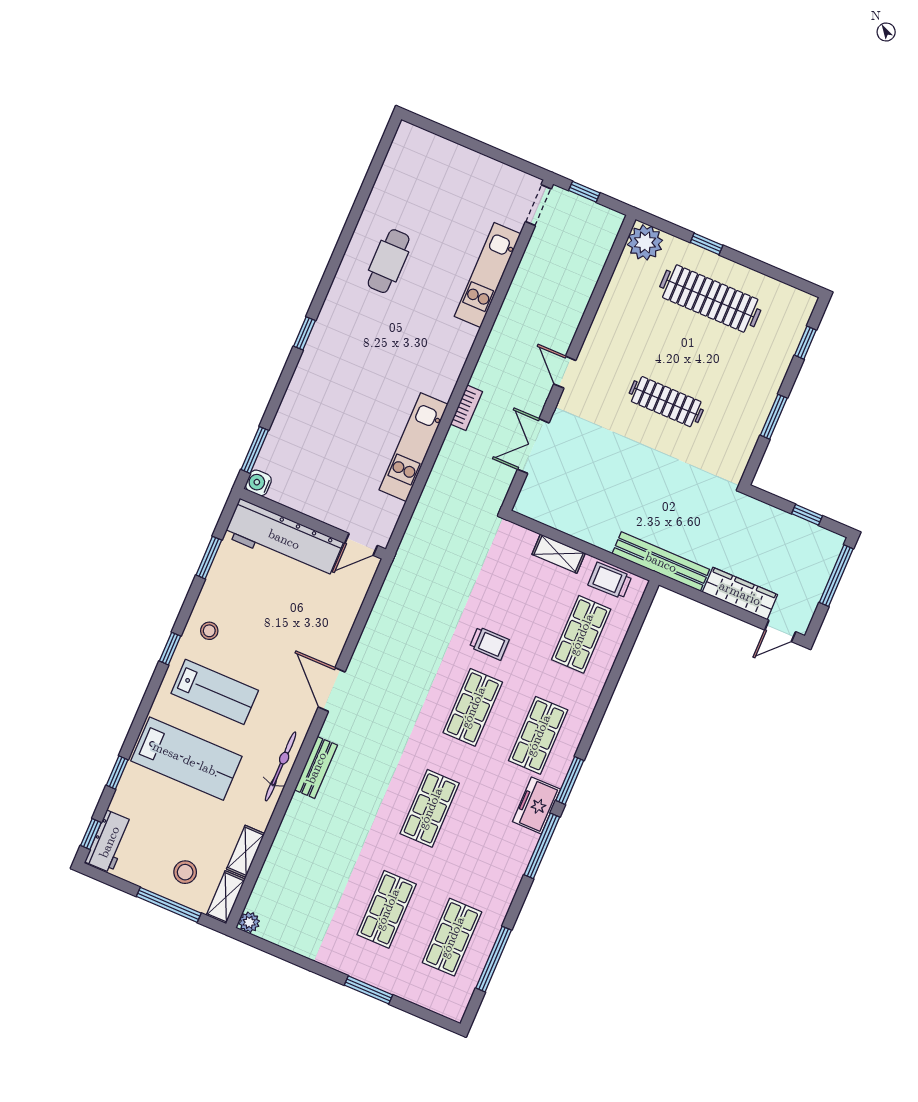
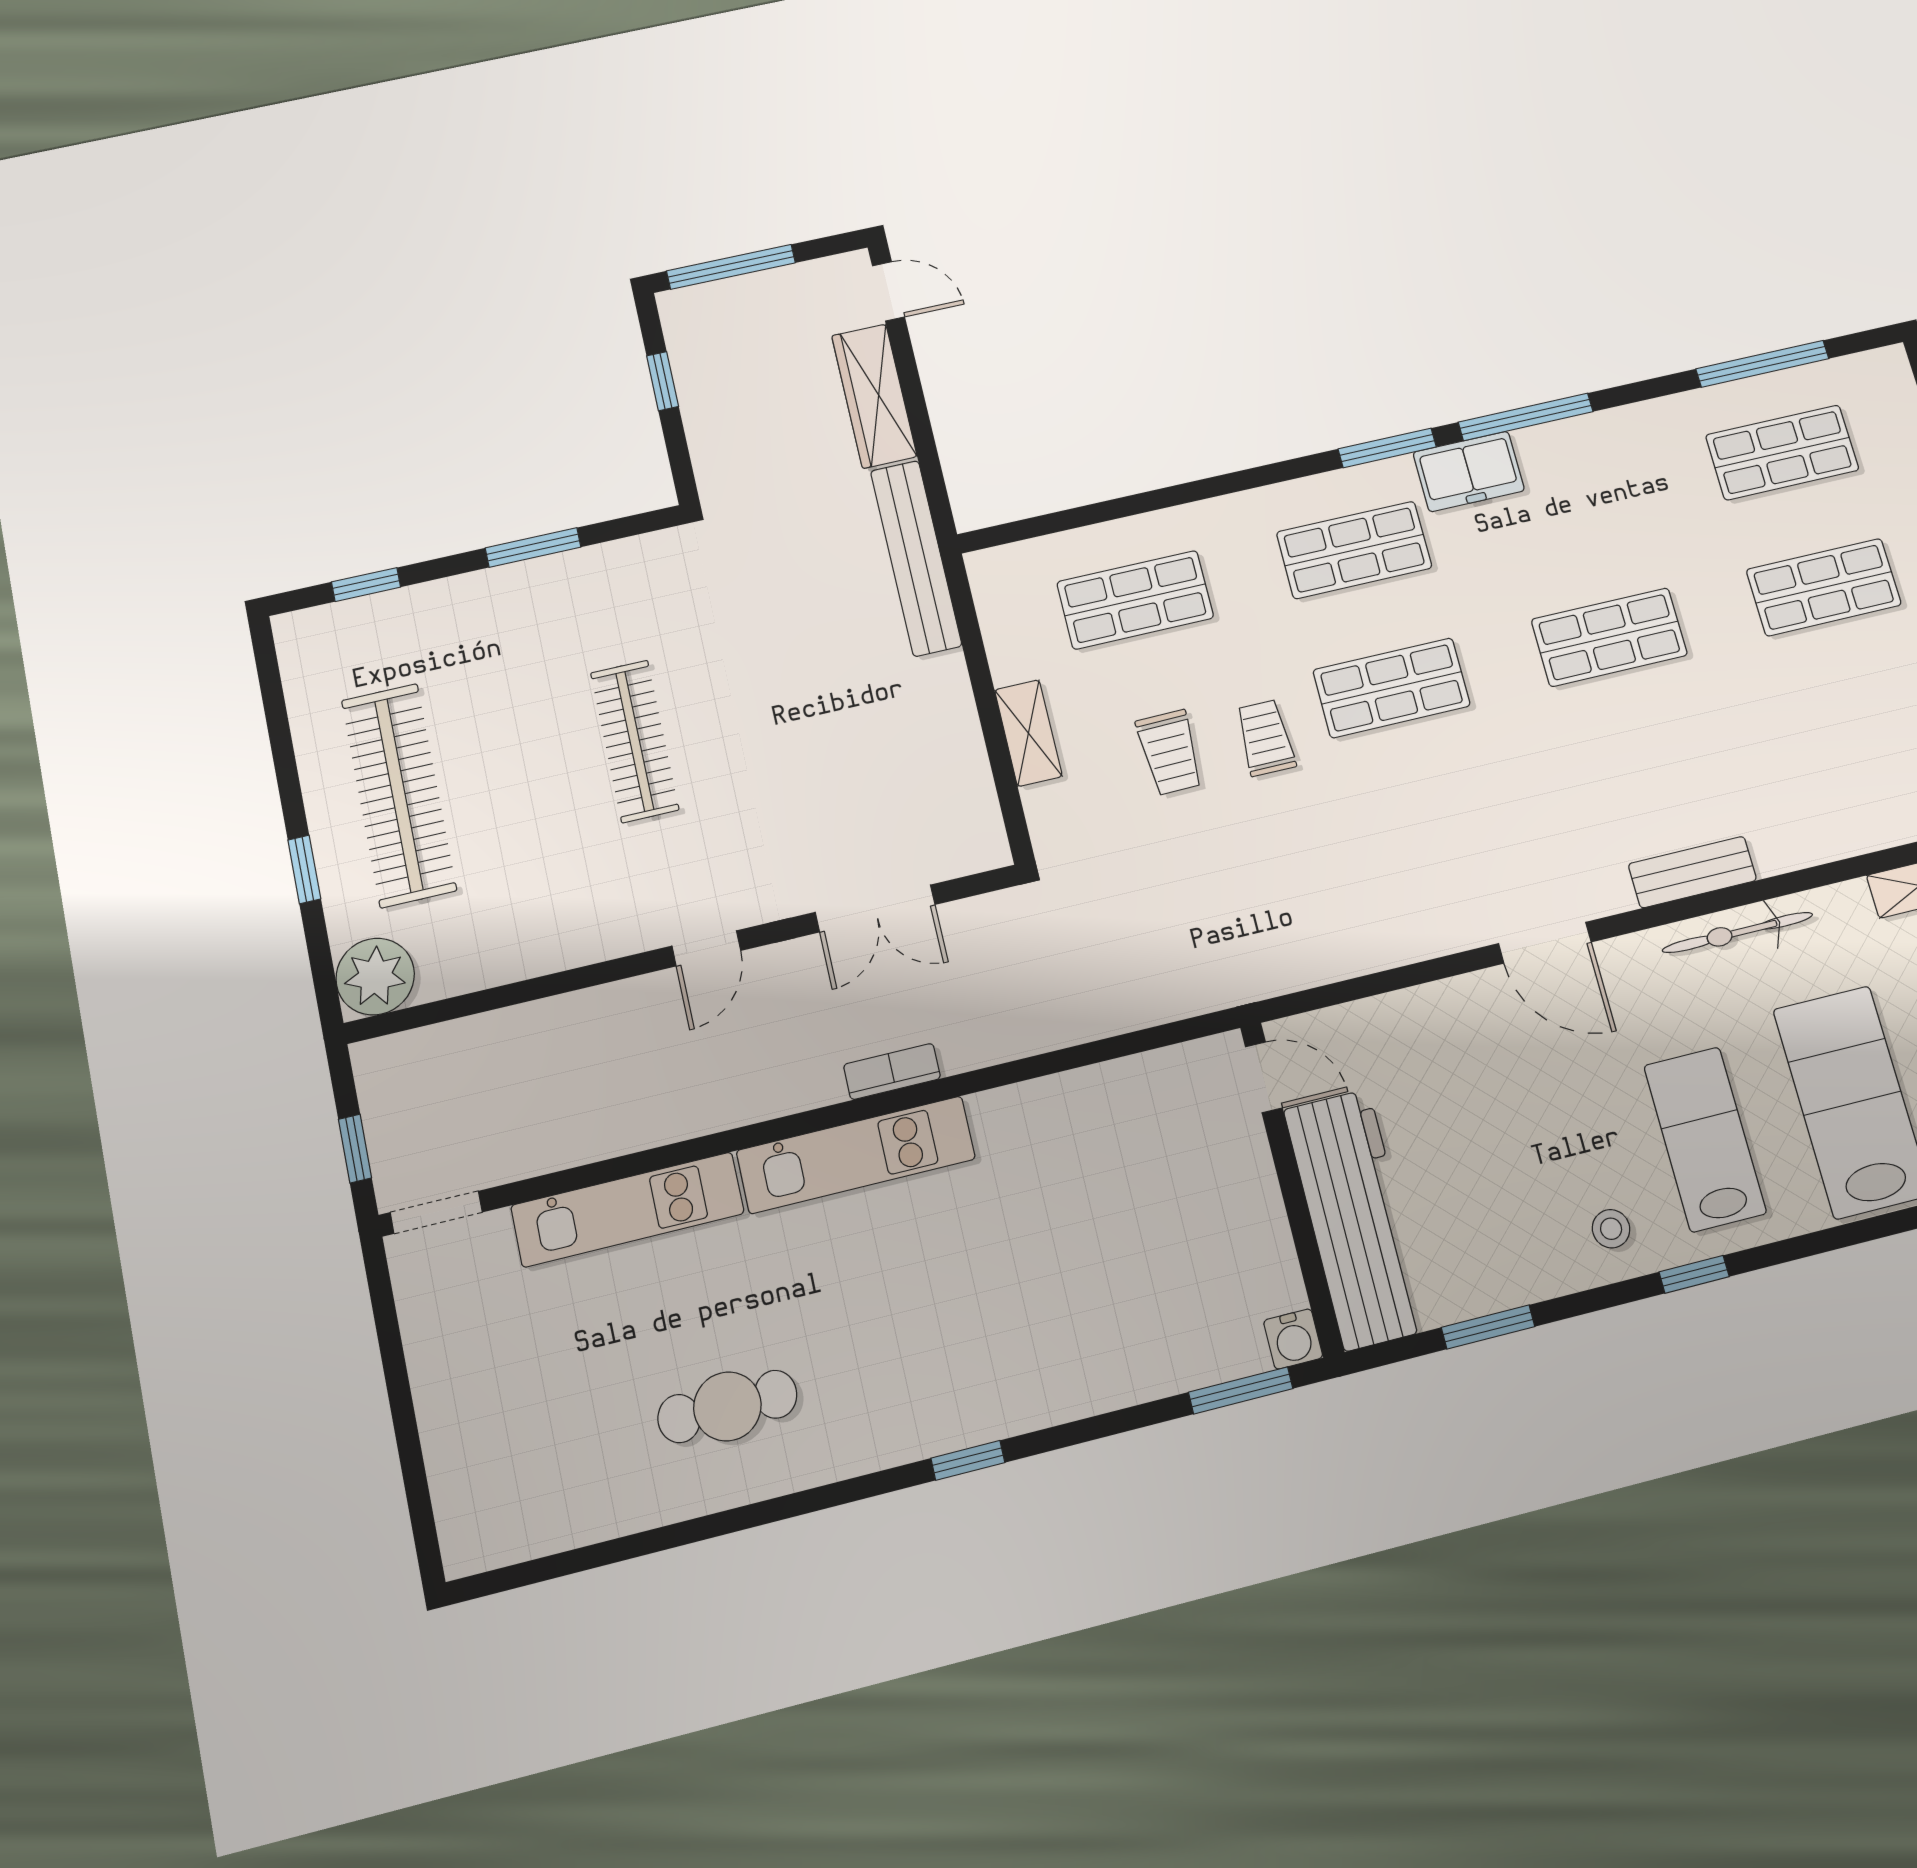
kitchen unit: (413, 447) -> (856, 1155), moved
trolley: (610, 581) -> (1170, 752), moved
door: (332, 690) -> (1545, 943), hinge flipped

